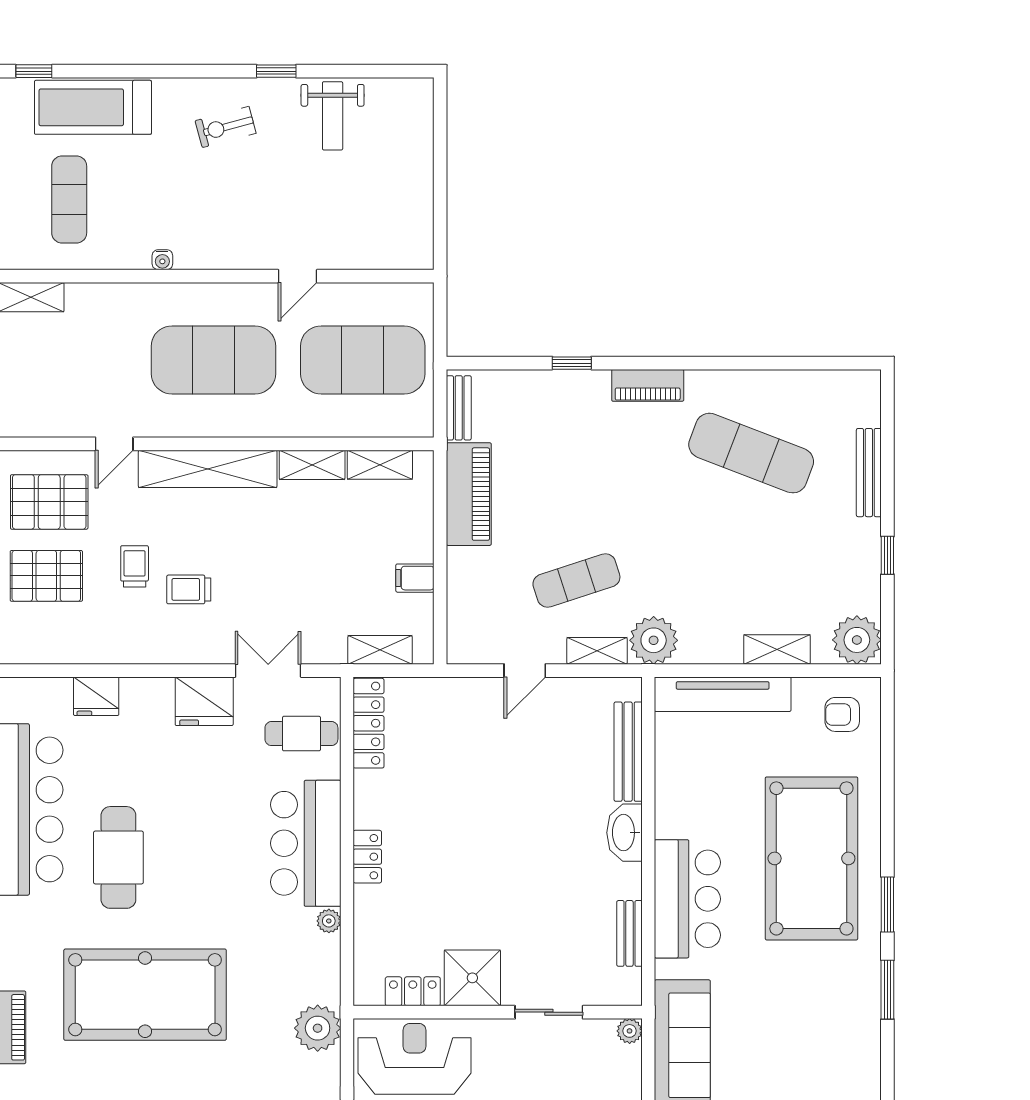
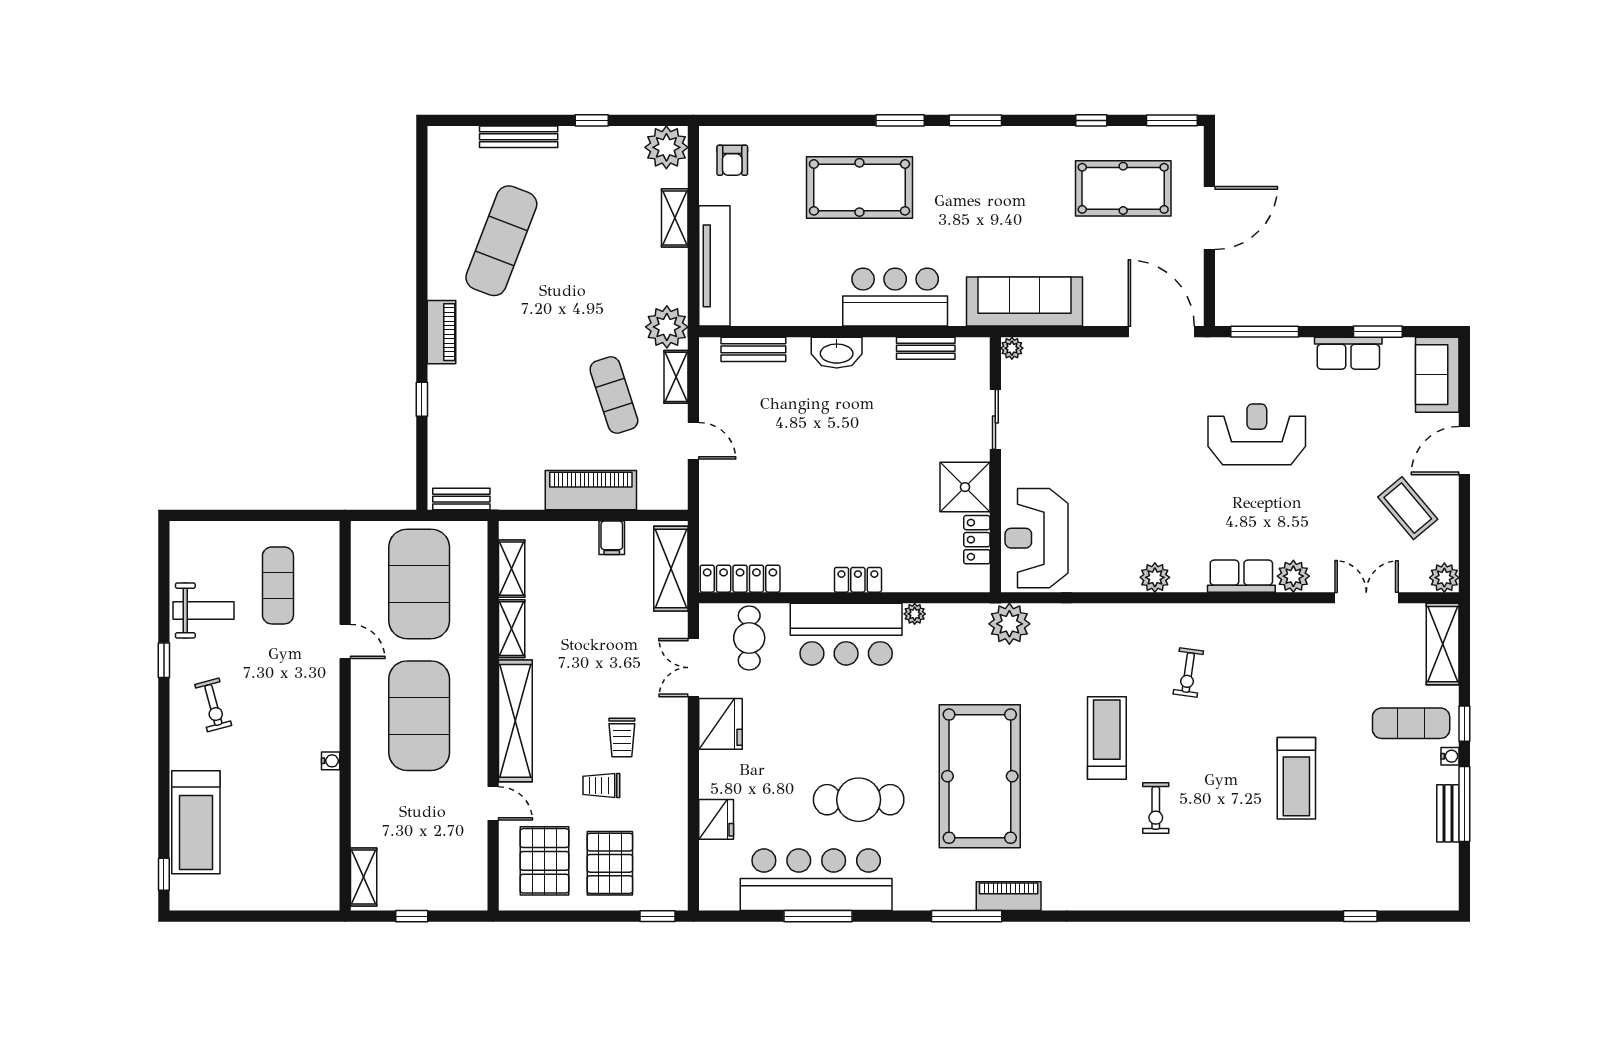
exercise mat: (69, 200) -> (278, 585), moved, turned 90
piano: (469, 494) -> (591, 490), moved
shelving: (380, 650) -> (671, 569), width x1.50, depth x1.33
bench: (628, 752) -> (753, 349), width x0.73
pool table: (811, 858) -> (859, 187), width x0.73, depth x0.76

